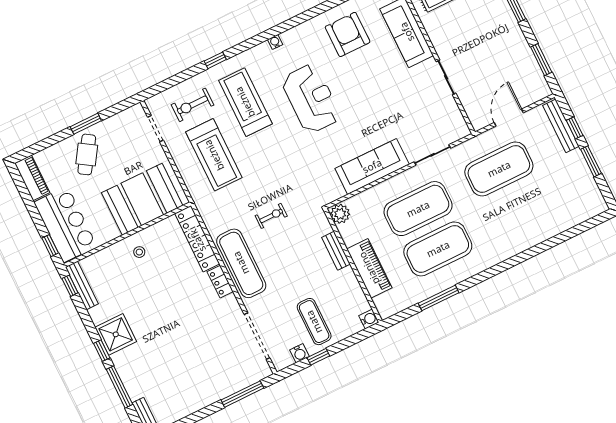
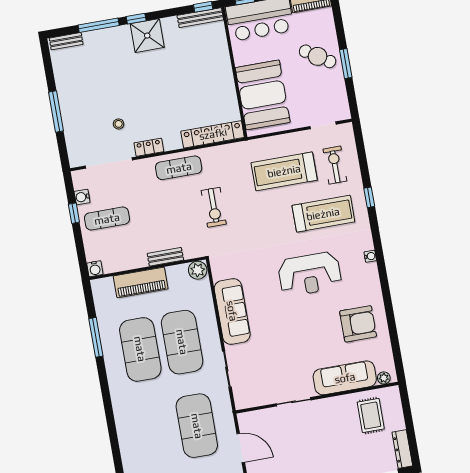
exercise bike: (271, 216) -> (214, 207), width x1.38, depth x1.39
stool: (139, 252) -> (119, 124), moved
exercise mat: (241, 263) -> (179, 168), width x0.73, depth x0.69
locker: (220, 282) -> (149, 147), moved
window: (242, 394) -> (56, 112), moved

